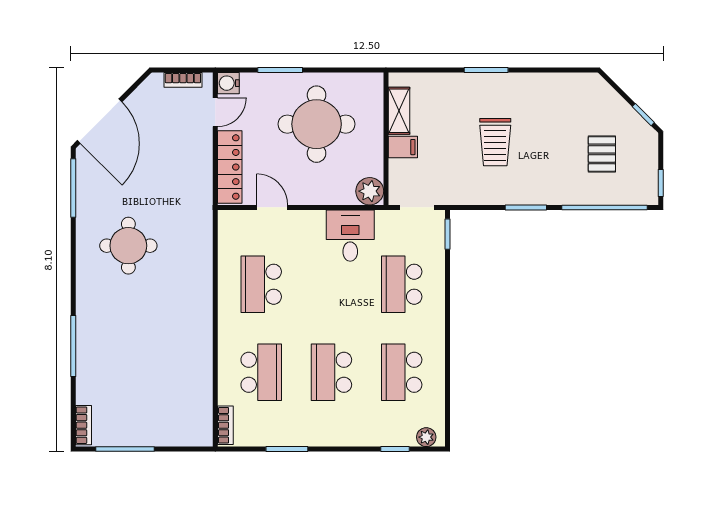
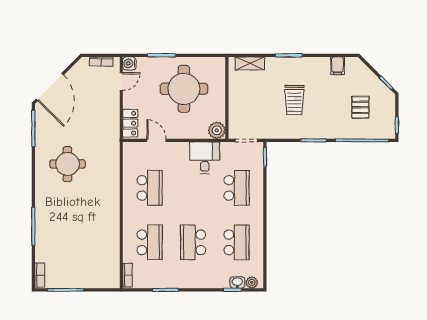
shelving: (399, 111) -> (250, 63), moved, turned 90
filing cabinet: (403, 147) -> (338, 66), moved, turned 90
locker: (230, 167) -> (130, 123), width x0.66
school desk: (261, 284) -> (150, 188), turned 180
school desk: (402, 284) -> (237, 188), turned 180
school desk: (402, 372) -> (237, 242), turned 180
washbasin: (403, 437) -> (237, 282), added

